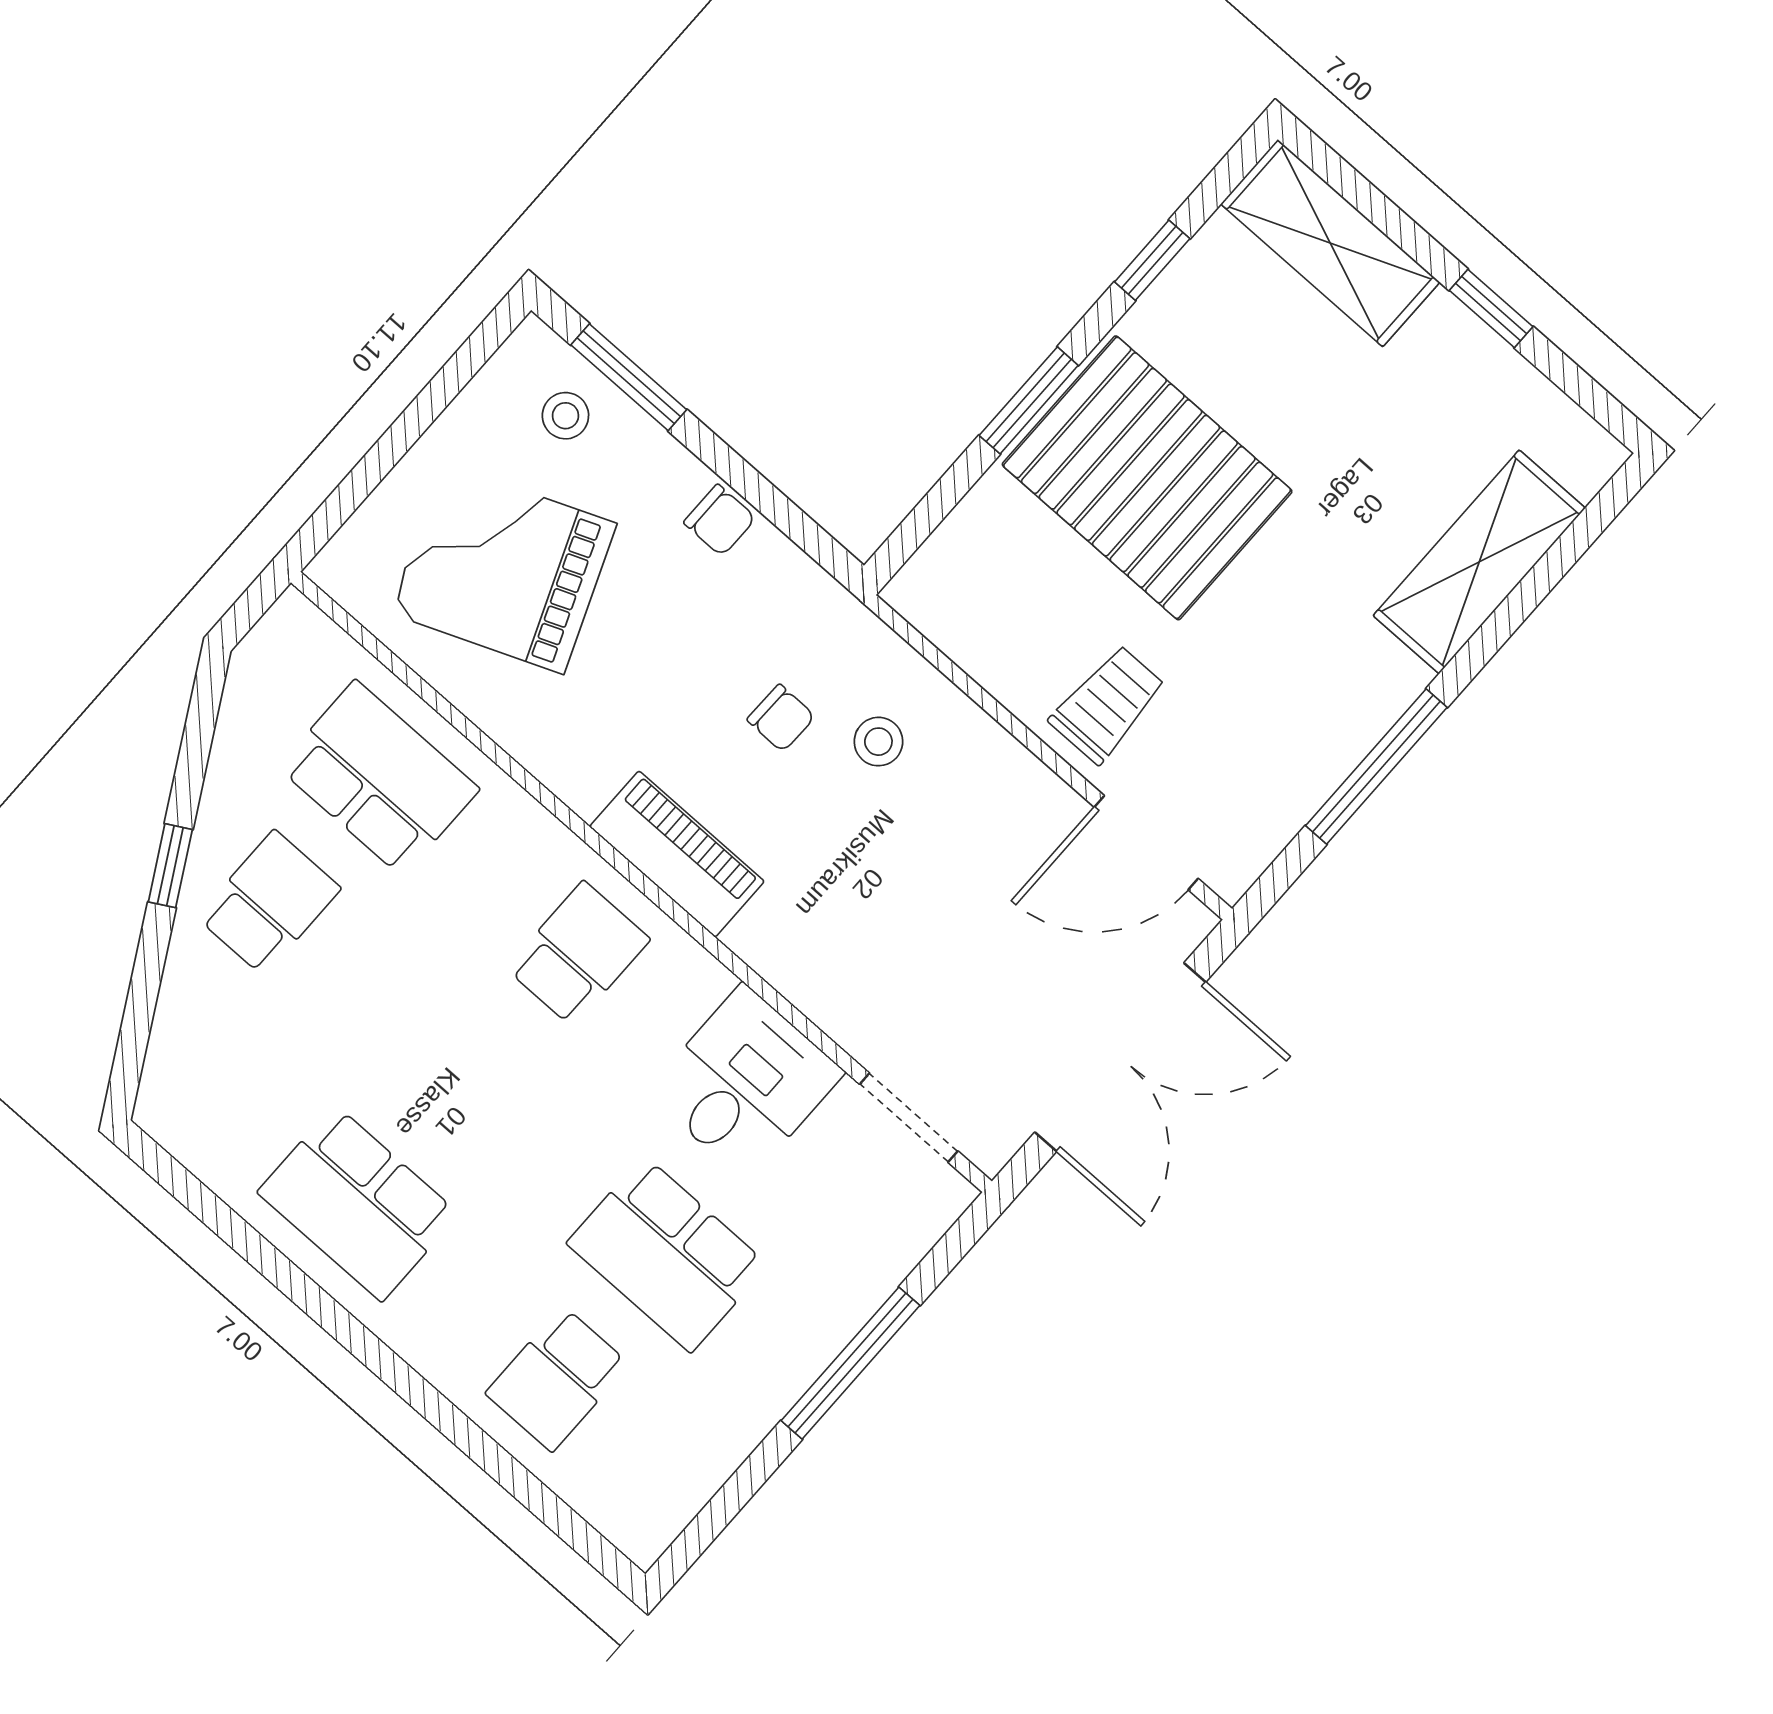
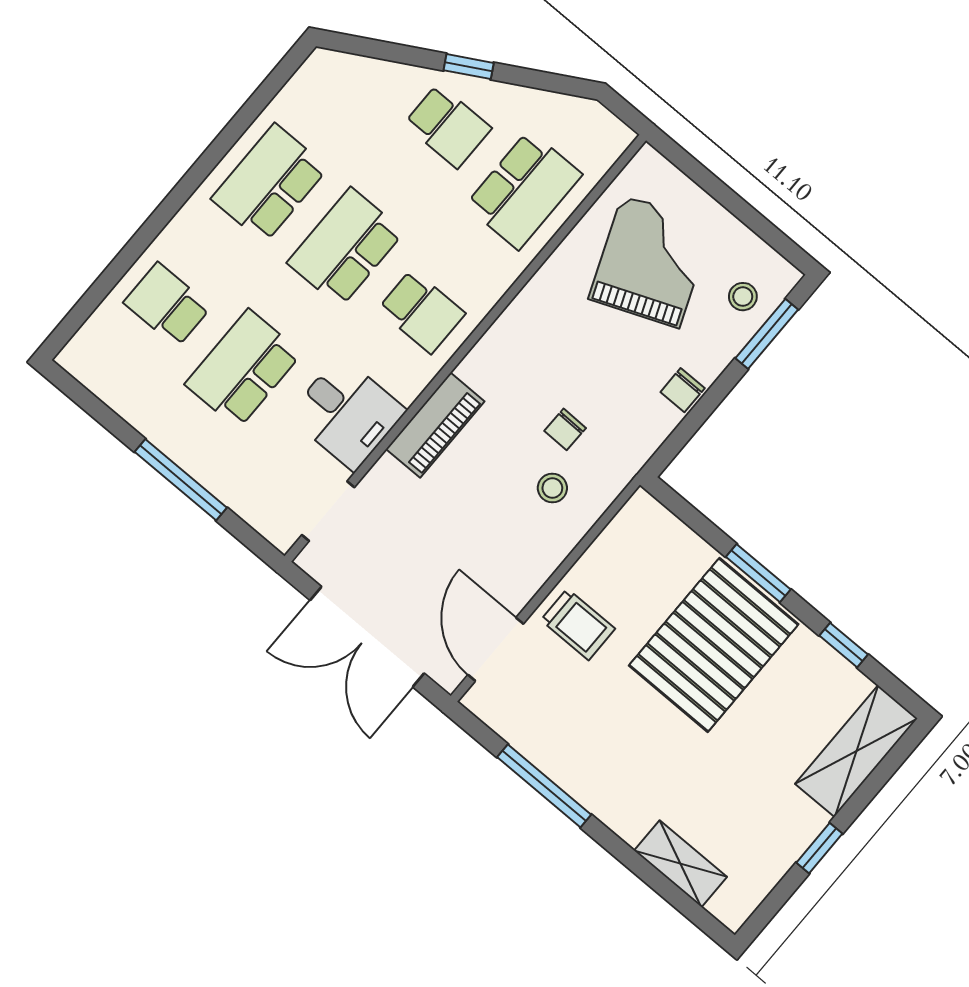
shelving: (1479, 562) -> (680, 864), width x0.67, depth x0.75
piano: (677, 854) -> (435, 425), moved
school desk: (468, 1078) -> (346, 247), added

